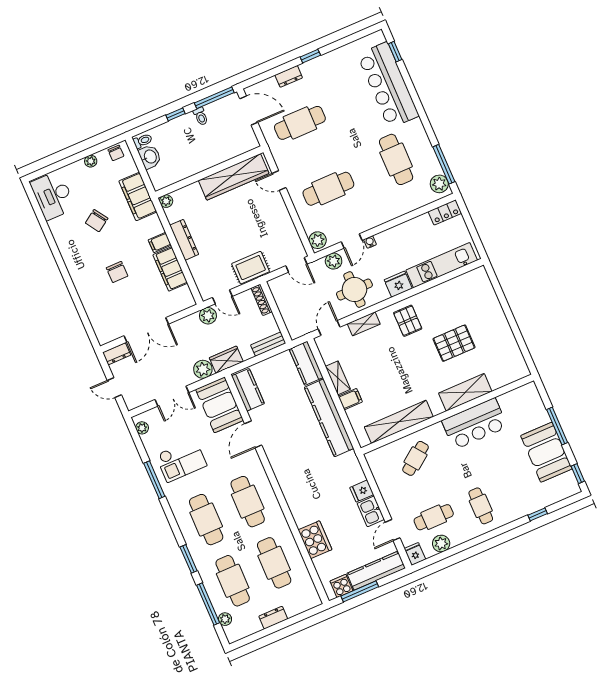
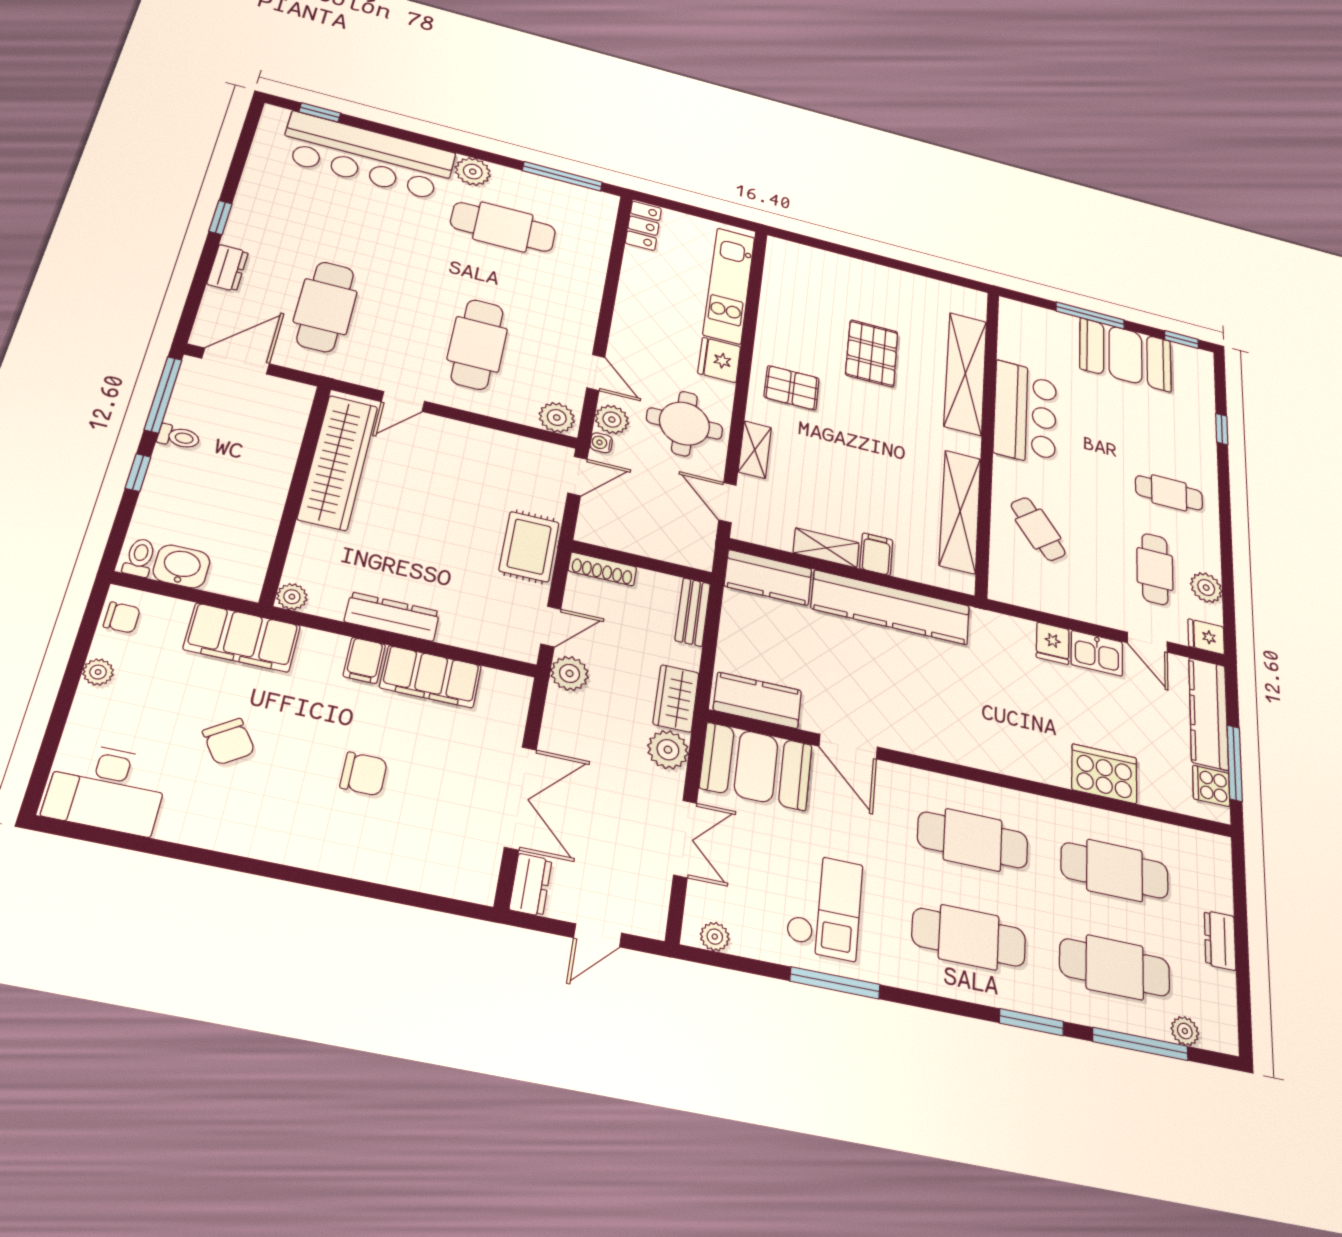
plant: (439, 184) -> (473, 172), moved
water cooler: (370, 242) -> (601, 443), moved
shelving: (465, 392) -> (965, 373), width x1.47

